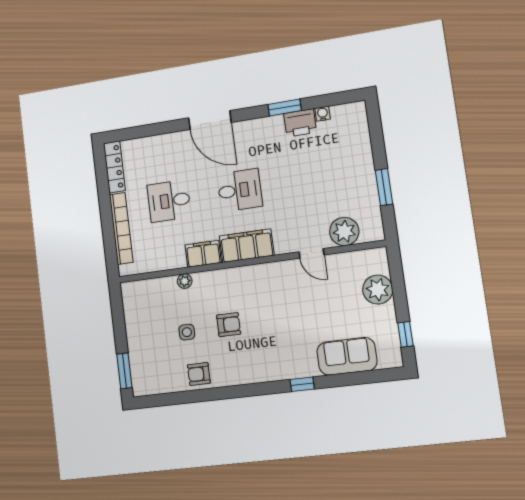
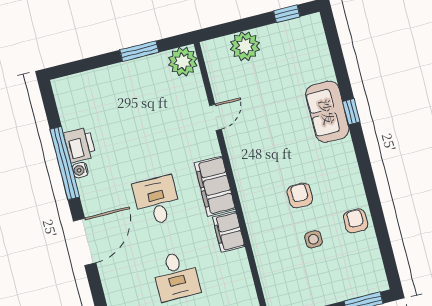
window: (285, 108) -> (65, 163), width x2.11
water cooler: (323, 114) -> (80, 170), moved
plant: (344, 231) -> (183, 62), moved
plant: (185, 281) -> (260, 248), removed
sofa: (347, 356) -> (327, 112), moved
armchair: (199, 374) -> (356, 221), turned 180

